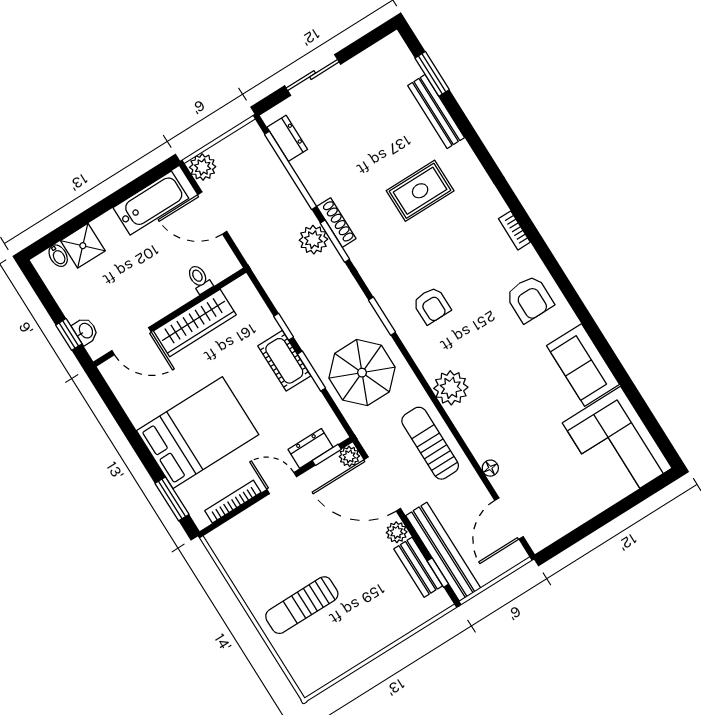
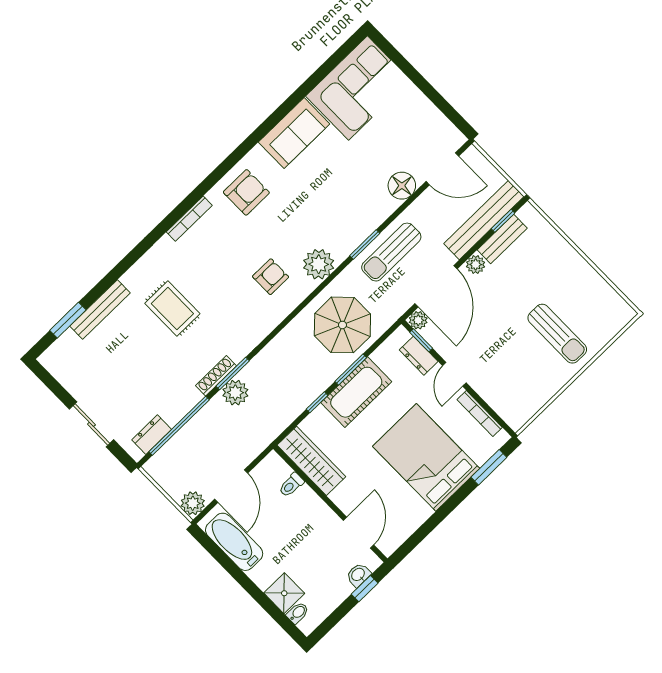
bookcase: (514, 230) -> (189, 219), width x1.56
window: (382, 316) -> (365, 245), moved
wardrobe: (195, 323) -> (311, 461), moved
cot: (284, 361) -> (356, 392), width x1.37, depth x1.34
plant: (451, 388) -> (319, 264), moved
floor lamp: (490, 468) -> (402, 186), width x1.89, depth x1.89

